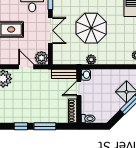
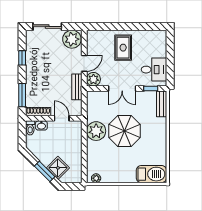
plant: (91, 60) -> (96, 131), width x1.88, depth x1.88
bench: (64, 74) -> (77, 87), moved
washbasin: (86, 75) -> (41, 125), moved
window: (45, 126) -> (22, 95), moved

